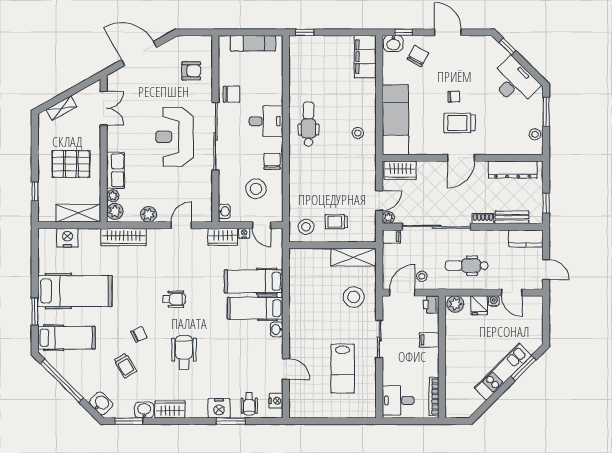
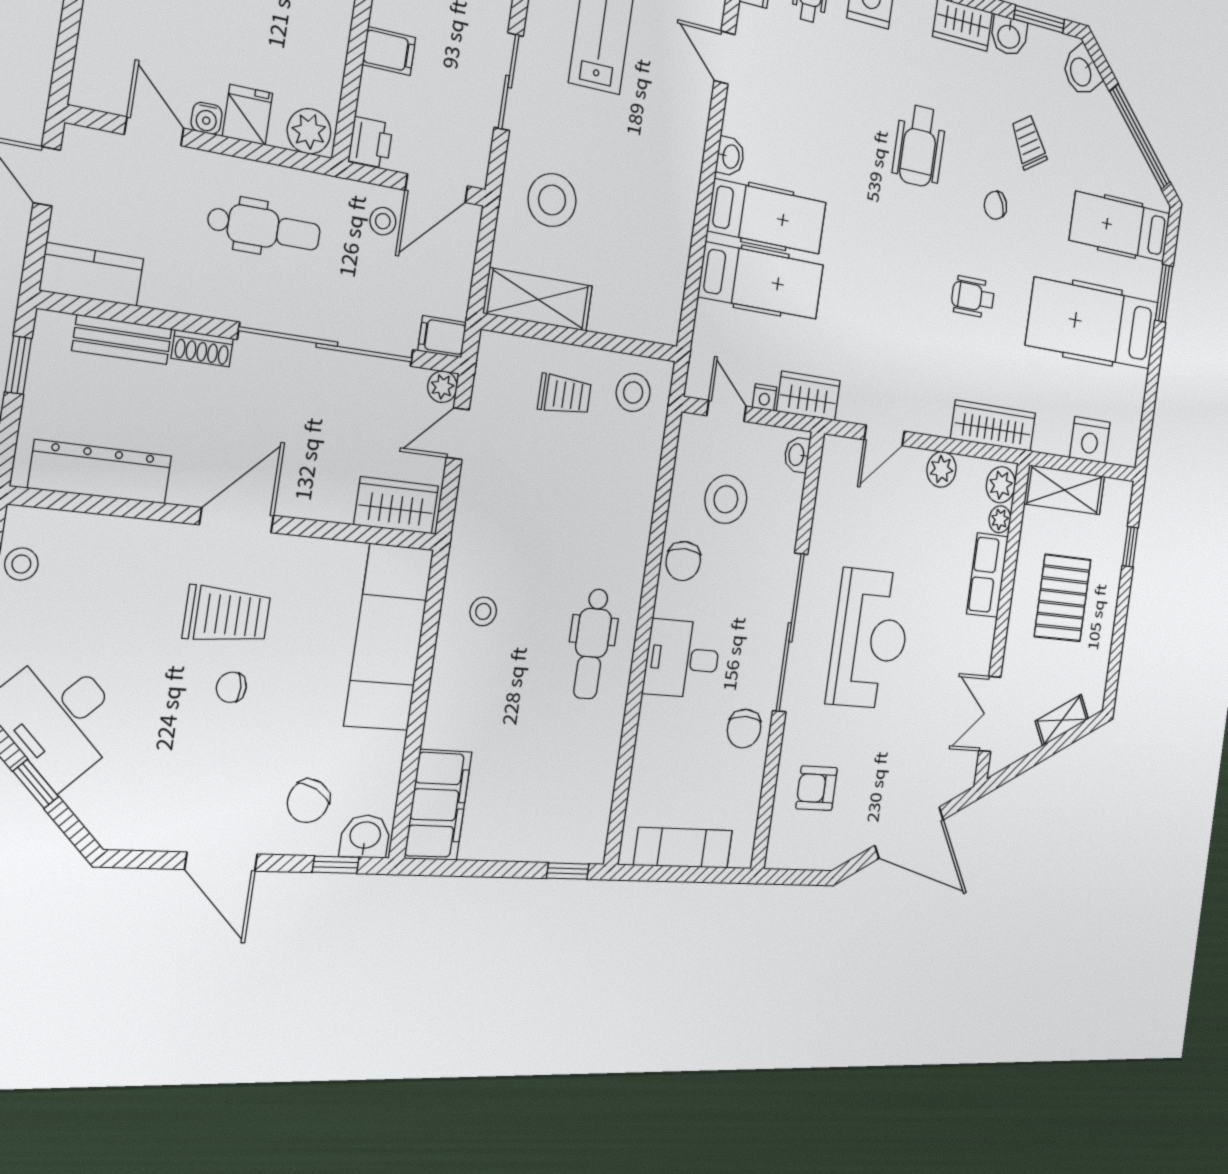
window: (508, 47) -> (36, 784), moved
chair: (232, 94) -> (744, 729), turned -90
pallet: (71, 164) -> (1063, 598), turned 90
wheelchair: (174, 299) -> (973, 297), moved

